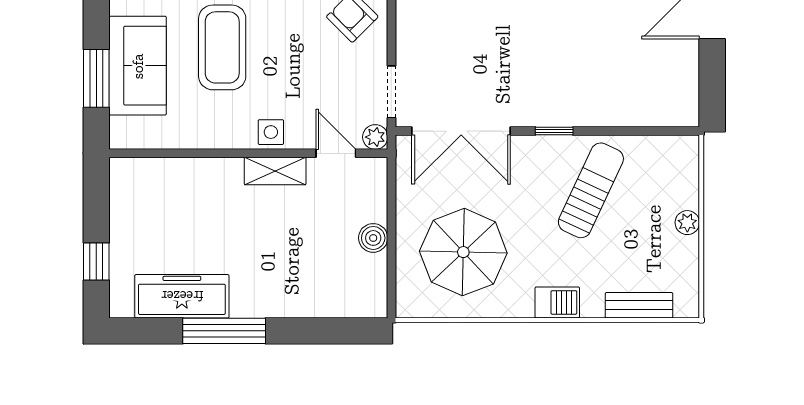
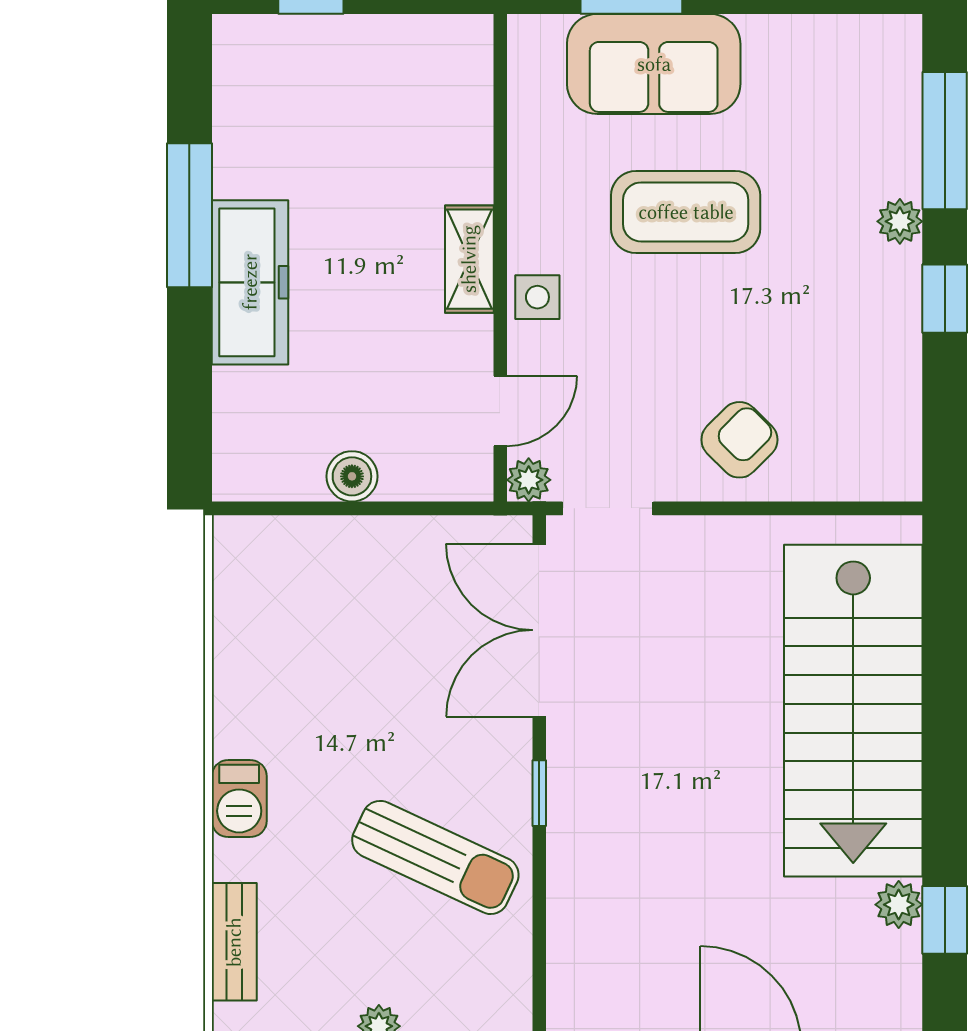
shelving: (275, 171) -> (469, 259), moved
parasol: (463, 252) -> (327, 634), removed
freezer: (182, 296) -> (250, 282), moved

